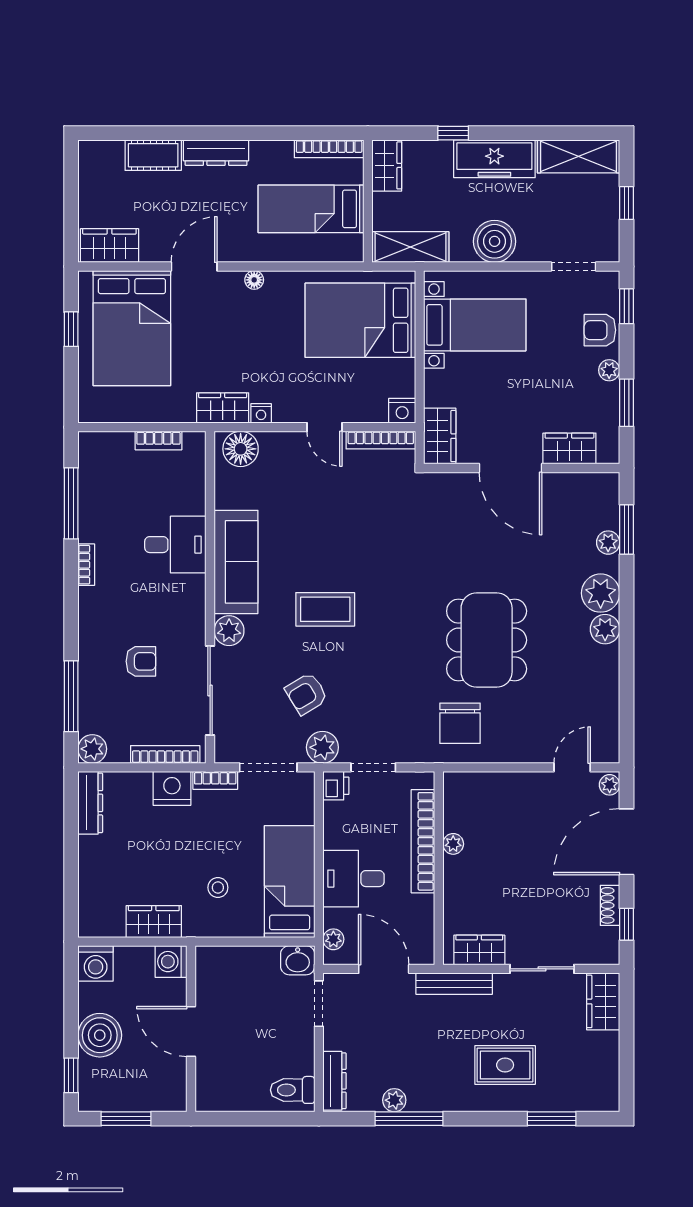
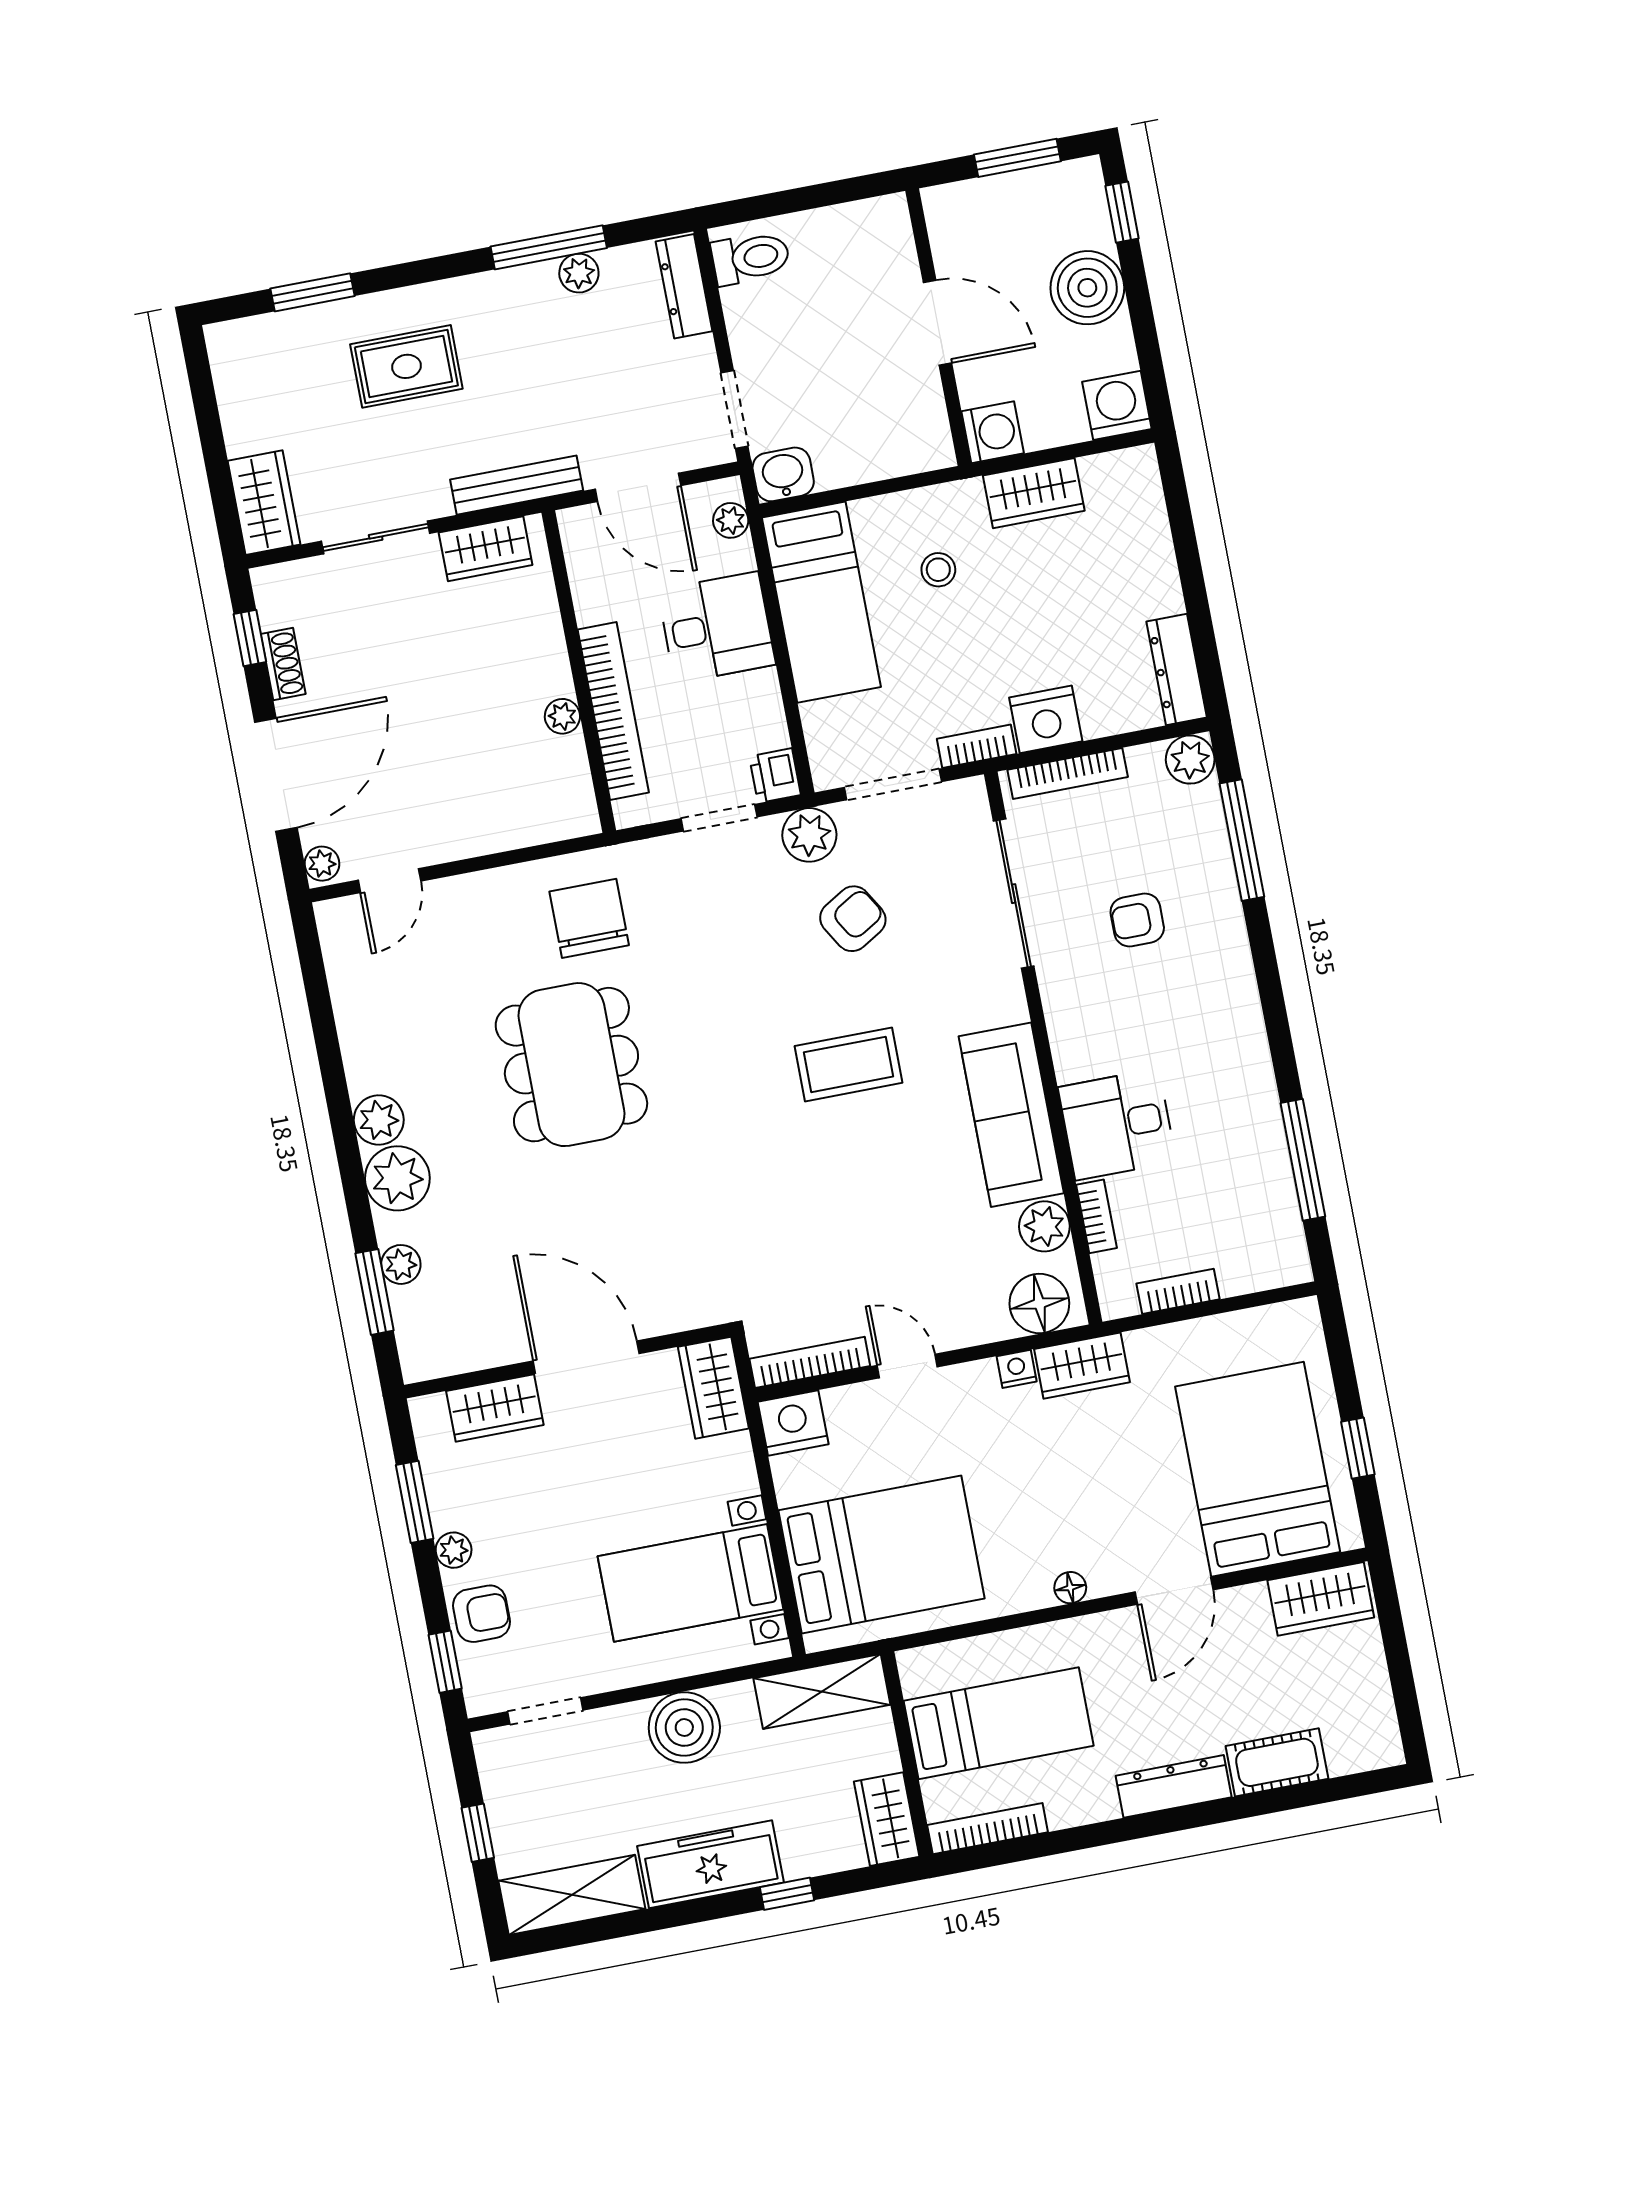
nightstand: (402, 411) -> (793, 1423), width x1.36, depth x1.33
bookcase: (86, 565) -> (1096, 1216), moved, turned 180
plant: (229, 631) -> (1044, 1226), moved

